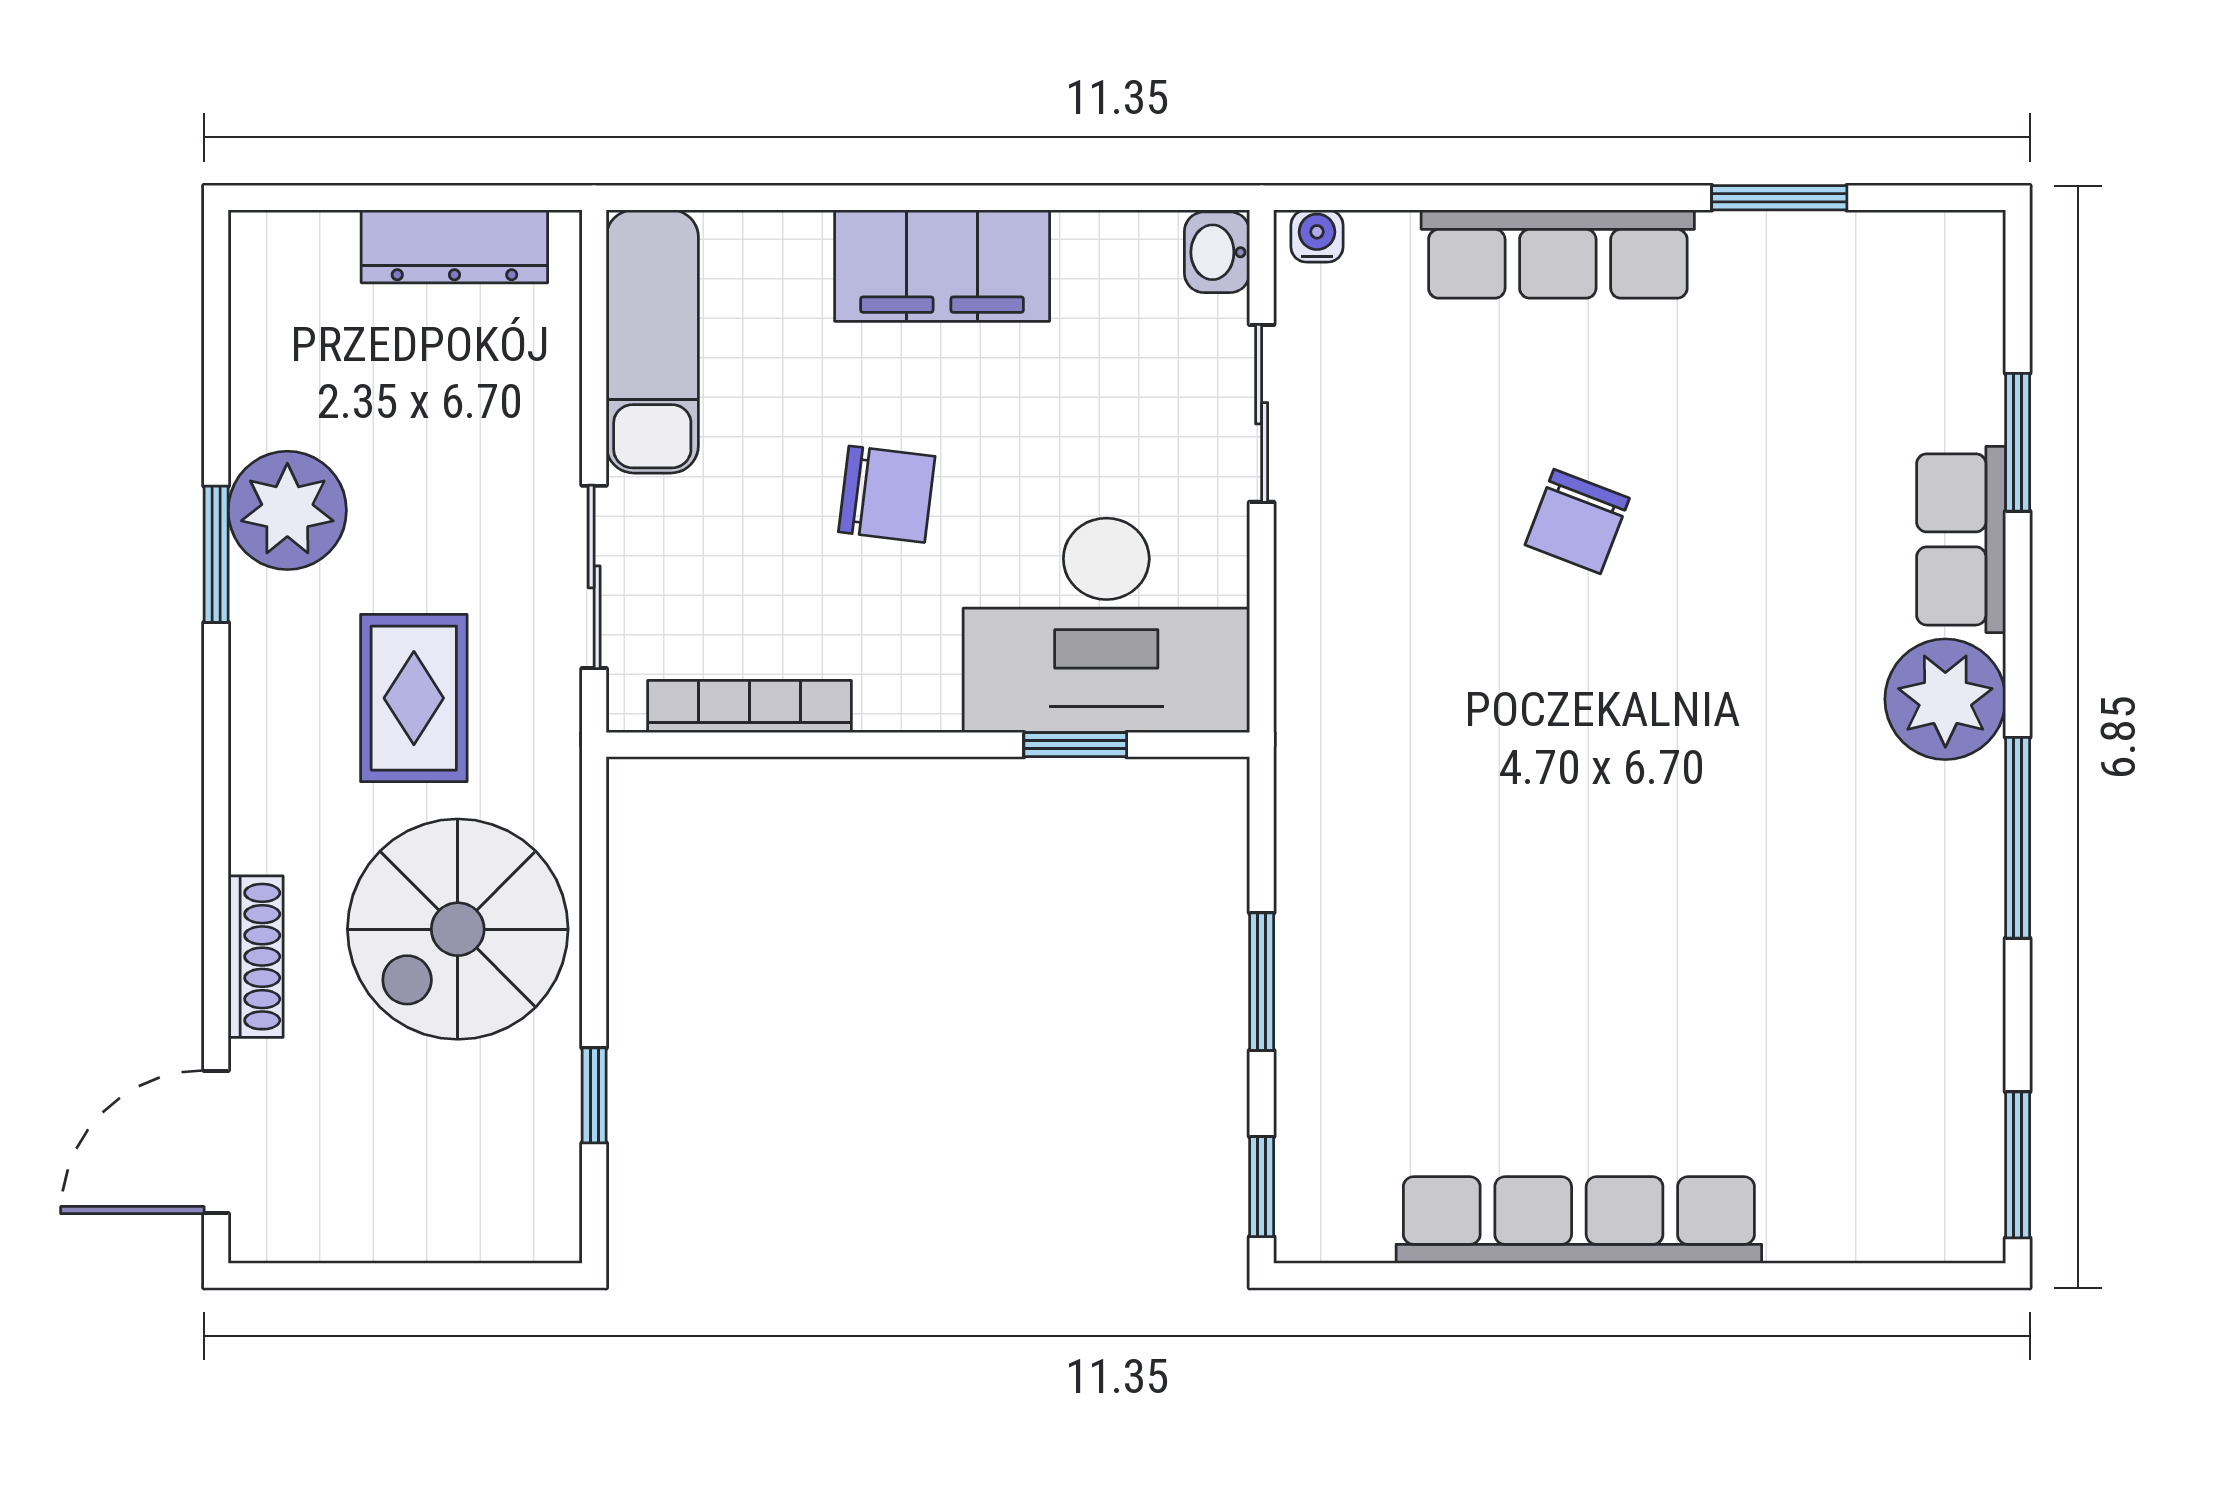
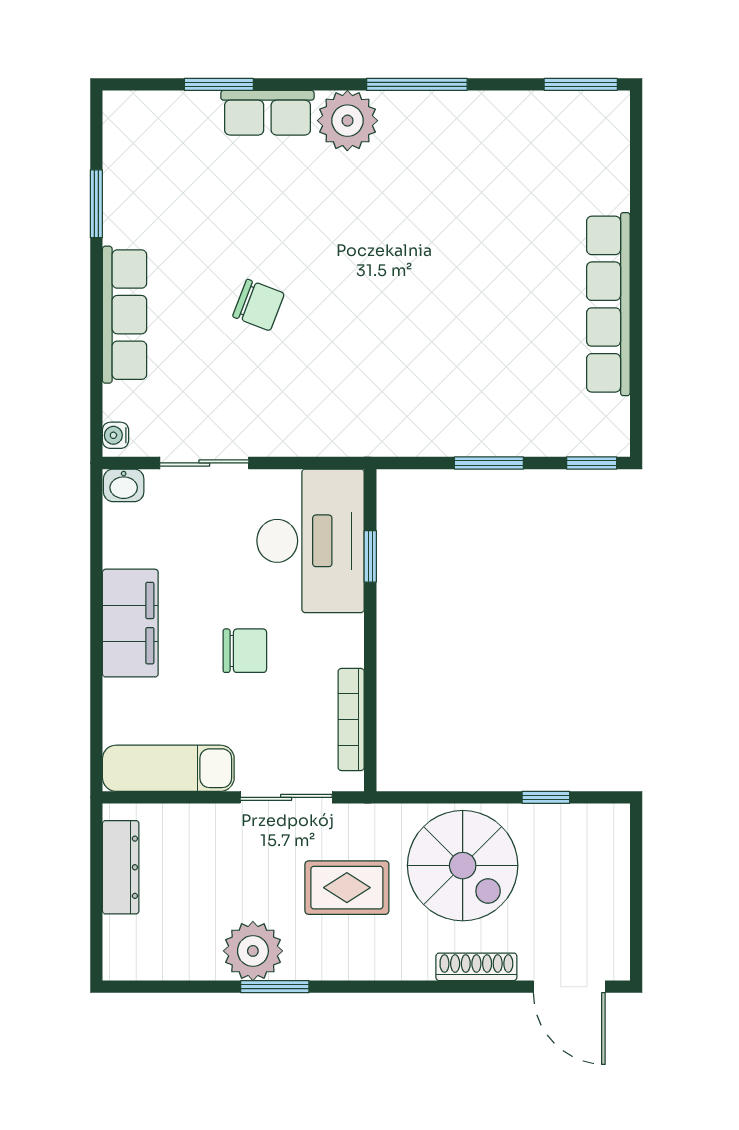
chair: (887, 494) -> (245, 651), turned 83

